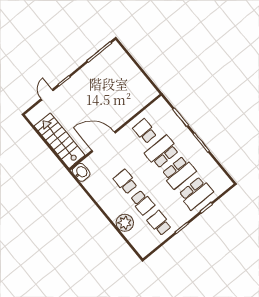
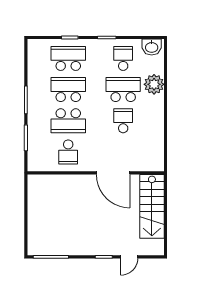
washbasin: (81, 172) -> (152, 47), moved, turned -90
school desk: (125, 182) -> (123, 121), turned 180
school desk: (142, 202) -> (123, 90), width x1.85
school desk: (159, 223) -> (123, 58), turned 180

